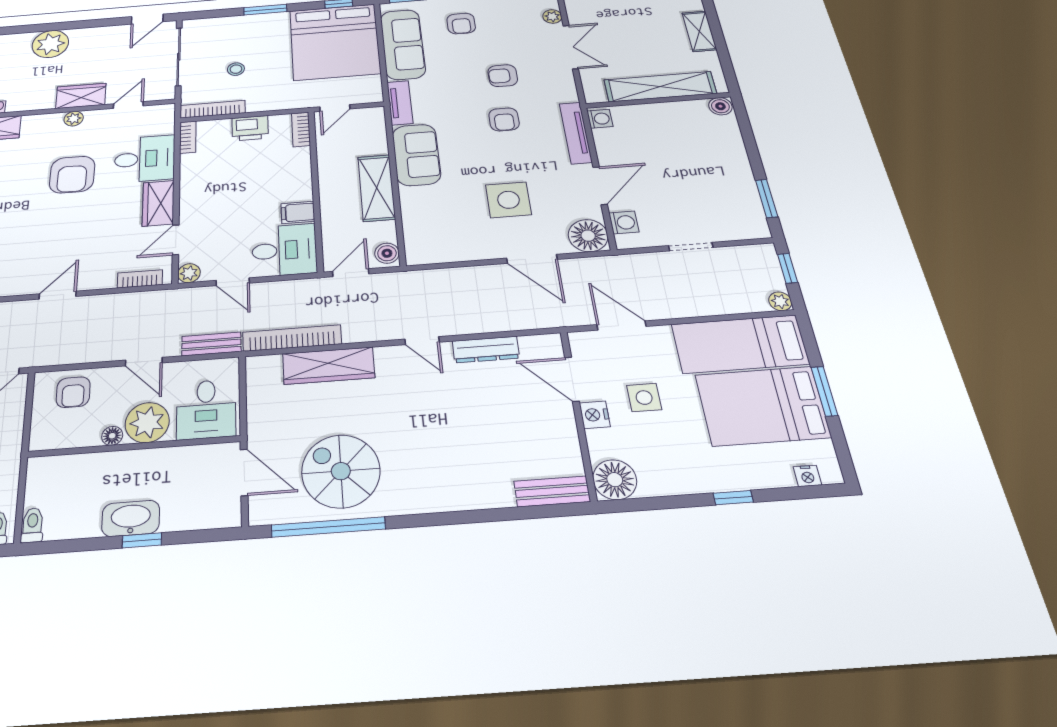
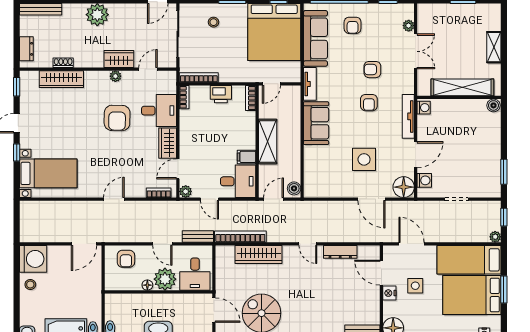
stool: (236, 69) -> (213, 22), moved
shelving: (377, 188) -> (268, 141), moved

